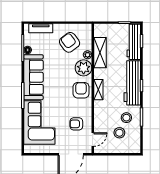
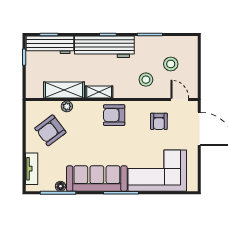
plant: (84, 68) -> (84, 112), removed
shelving: (98, 90) -> (99, 92), moved
stool: (126, 118) -> (146, 80), moved

